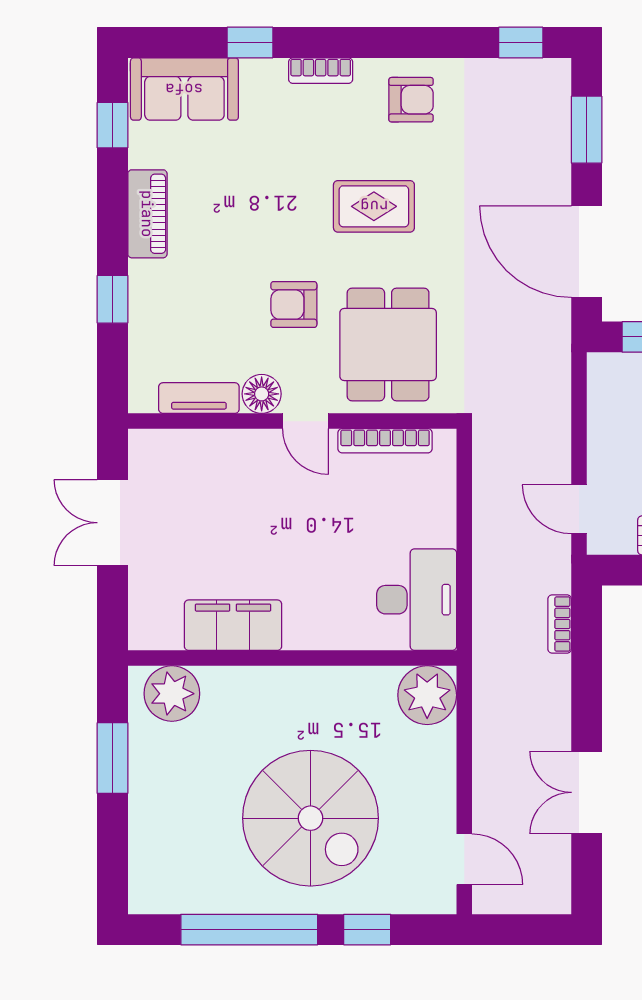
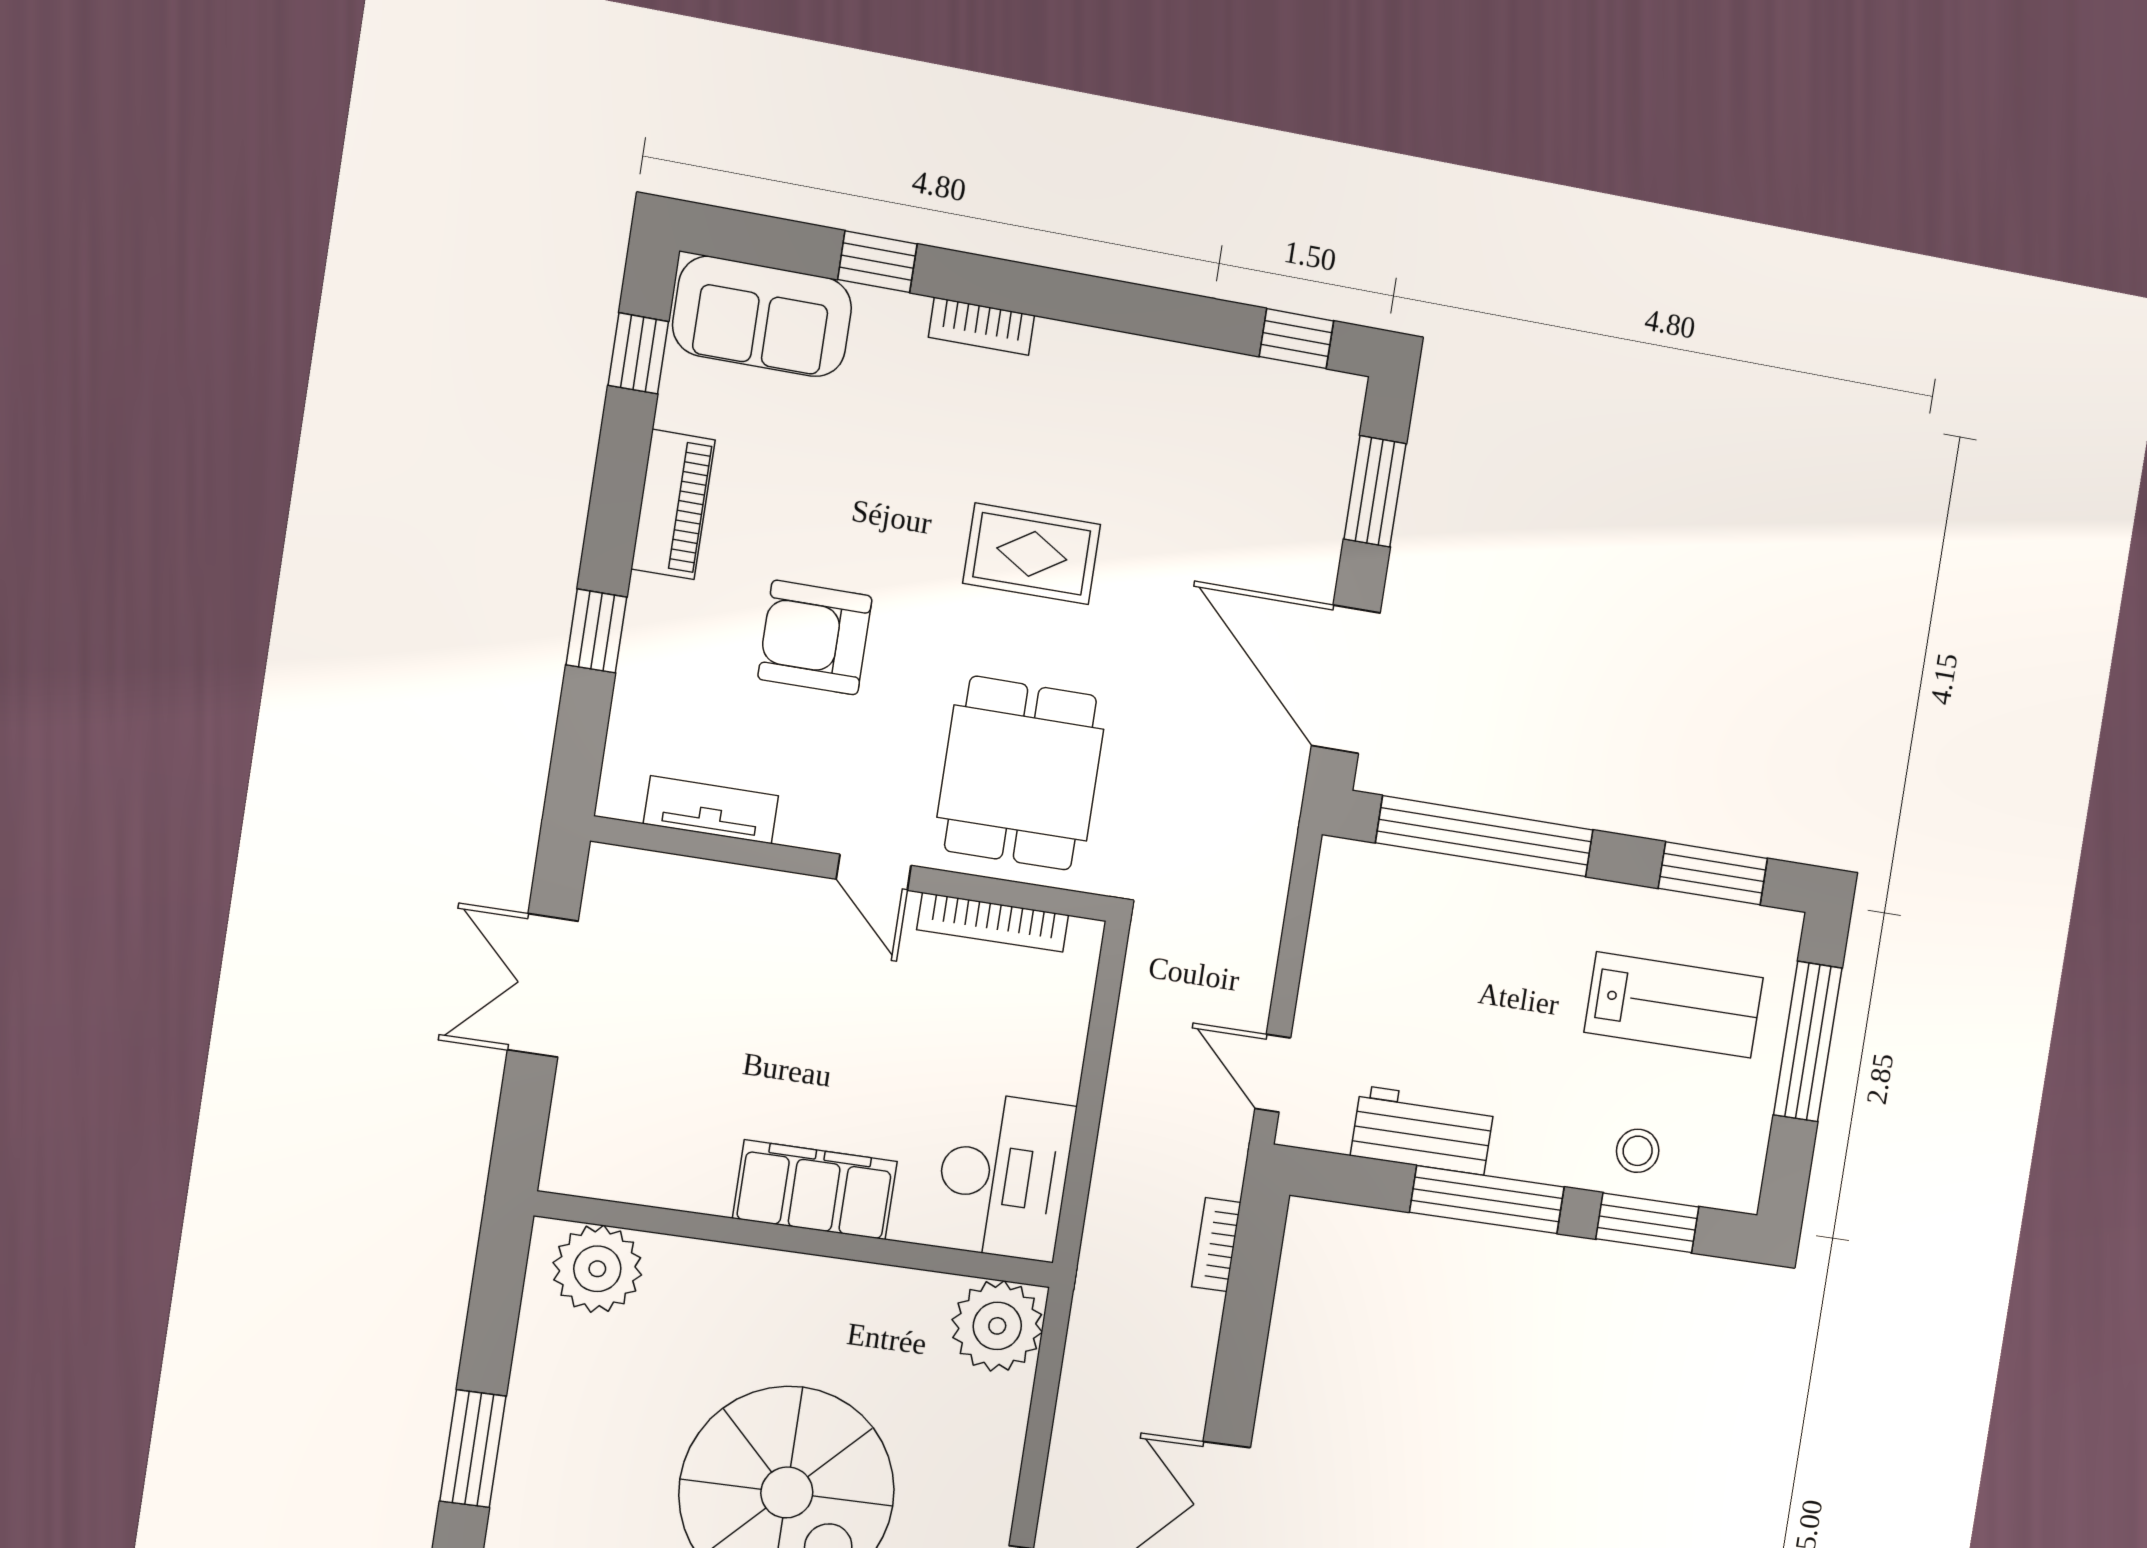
armchair: (411, 100) -> (1115, 397), removed
armchair: (294, 305) -> (815, 638), moved, width x1.38, depth x1.38
floor lamp: (262, 394) -> (811, 819), removed
filing cabinet: (233, 625) -> (815, 1190), moved
window: (112, 758) -> (473, 1449), moved

